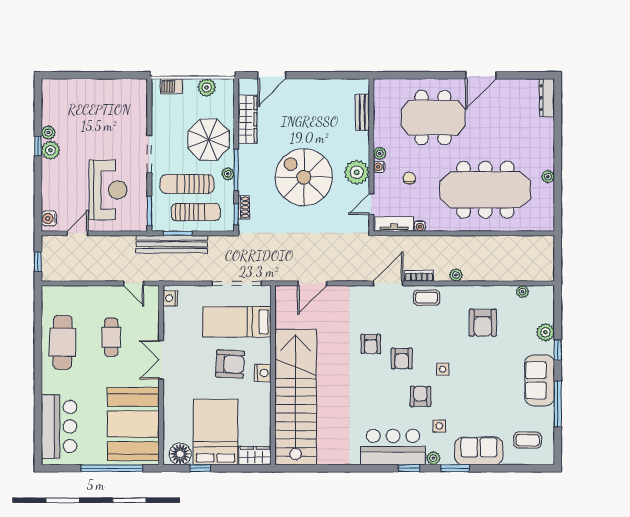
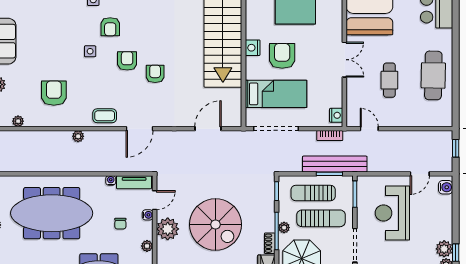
water cooler: (379, 167) -> (148, 215), moved
shoe rack: (244, 207) -> (270, 243), moved
bookcase: (419, 276) -> (330, 136), moved
armchair: (230, 364) -> (282, 56), turned 87

